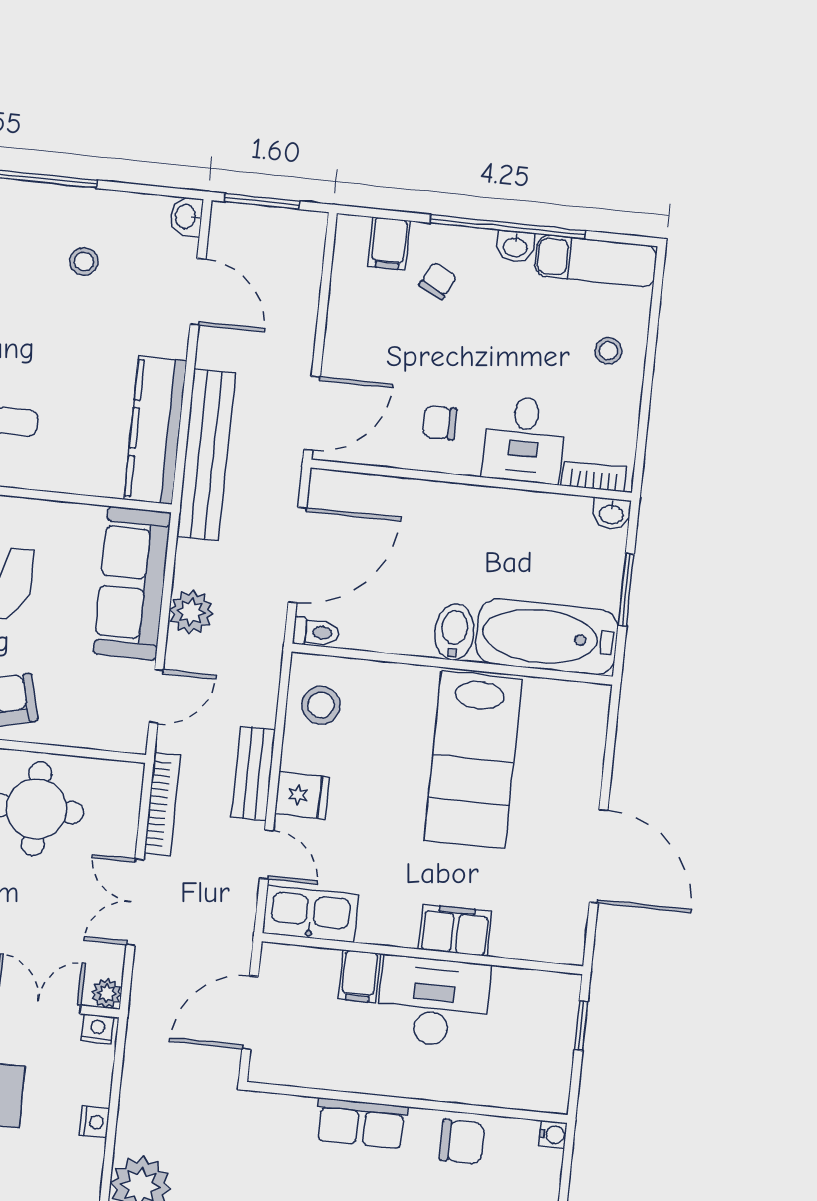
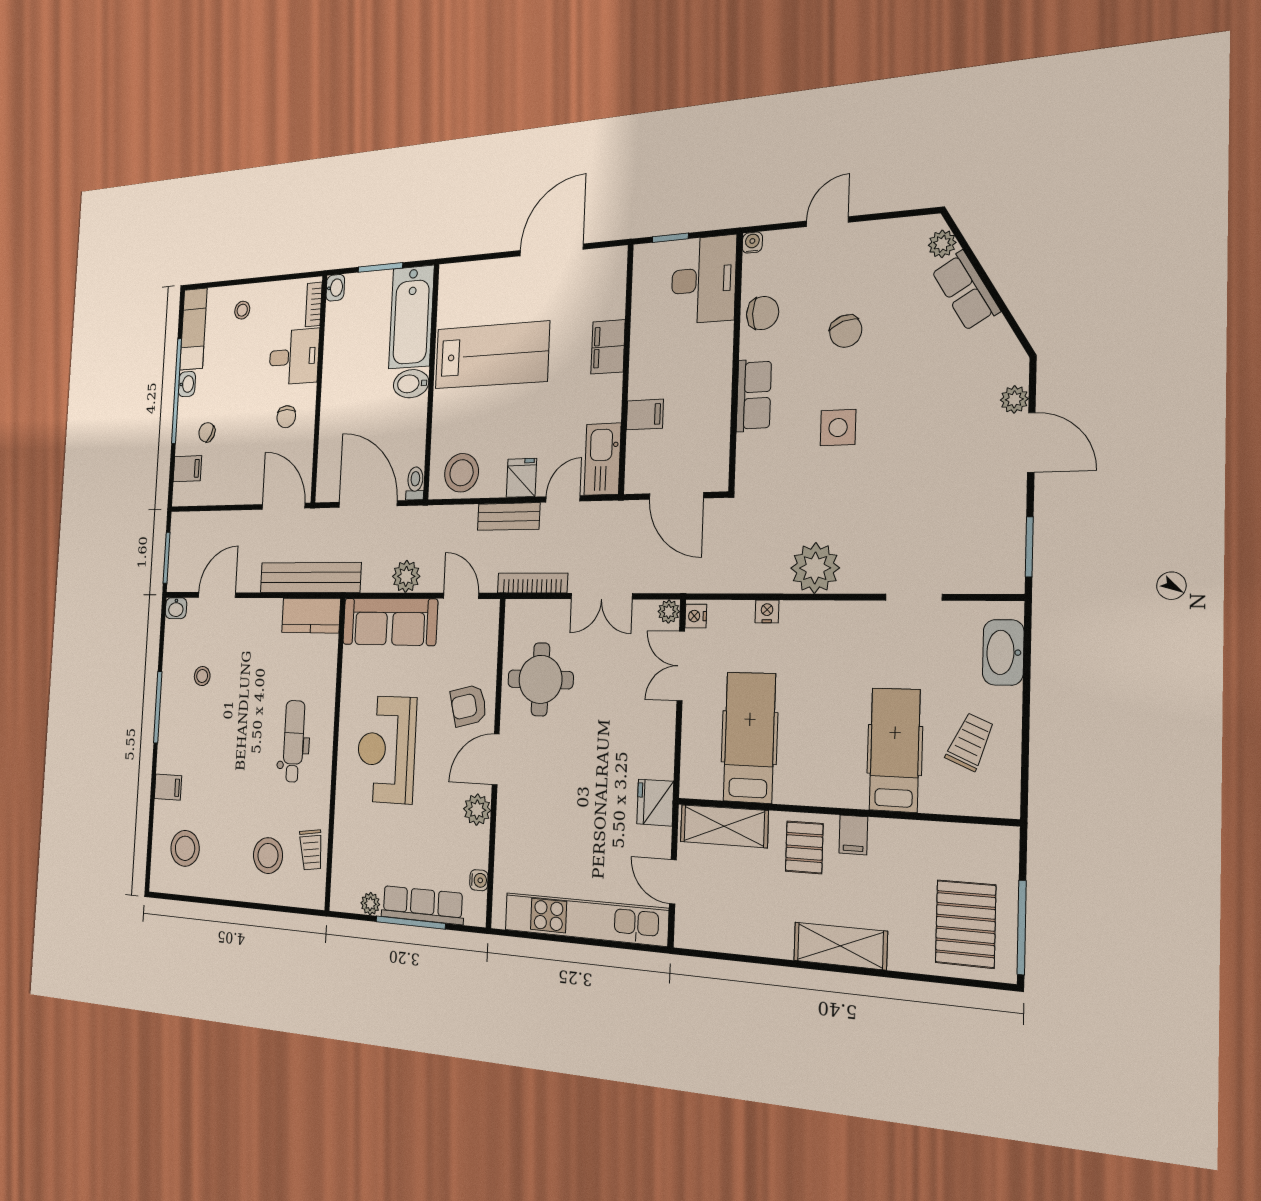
kitchen counter: (155, 430) -> (311, 615), width x0.67
stool: (321, 705) -> (462, 473), width x1.38, depth x1.38
desk: (433, 1002) -> (704, 280), moved, turned 180
chair: (462, 1142) -> (763, 313), turned 90

